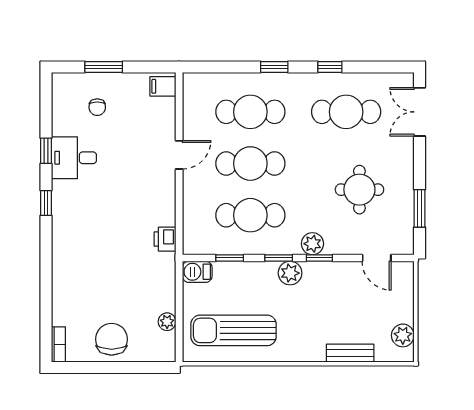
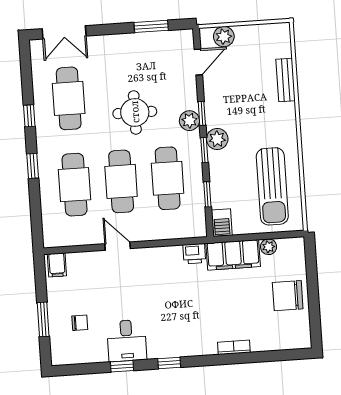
round table: (359, 190) -> (135, 112), moved
filing cabinet: (161, 282) -> (233, 255), added
plant: (403, 335) -> (224, 37), moved
bookcase: (58, 344) -> (234, 347), moved

